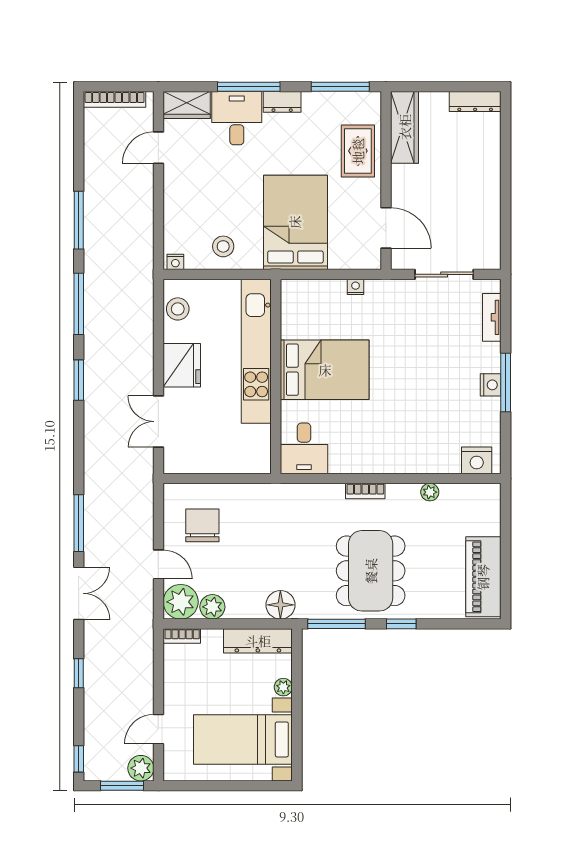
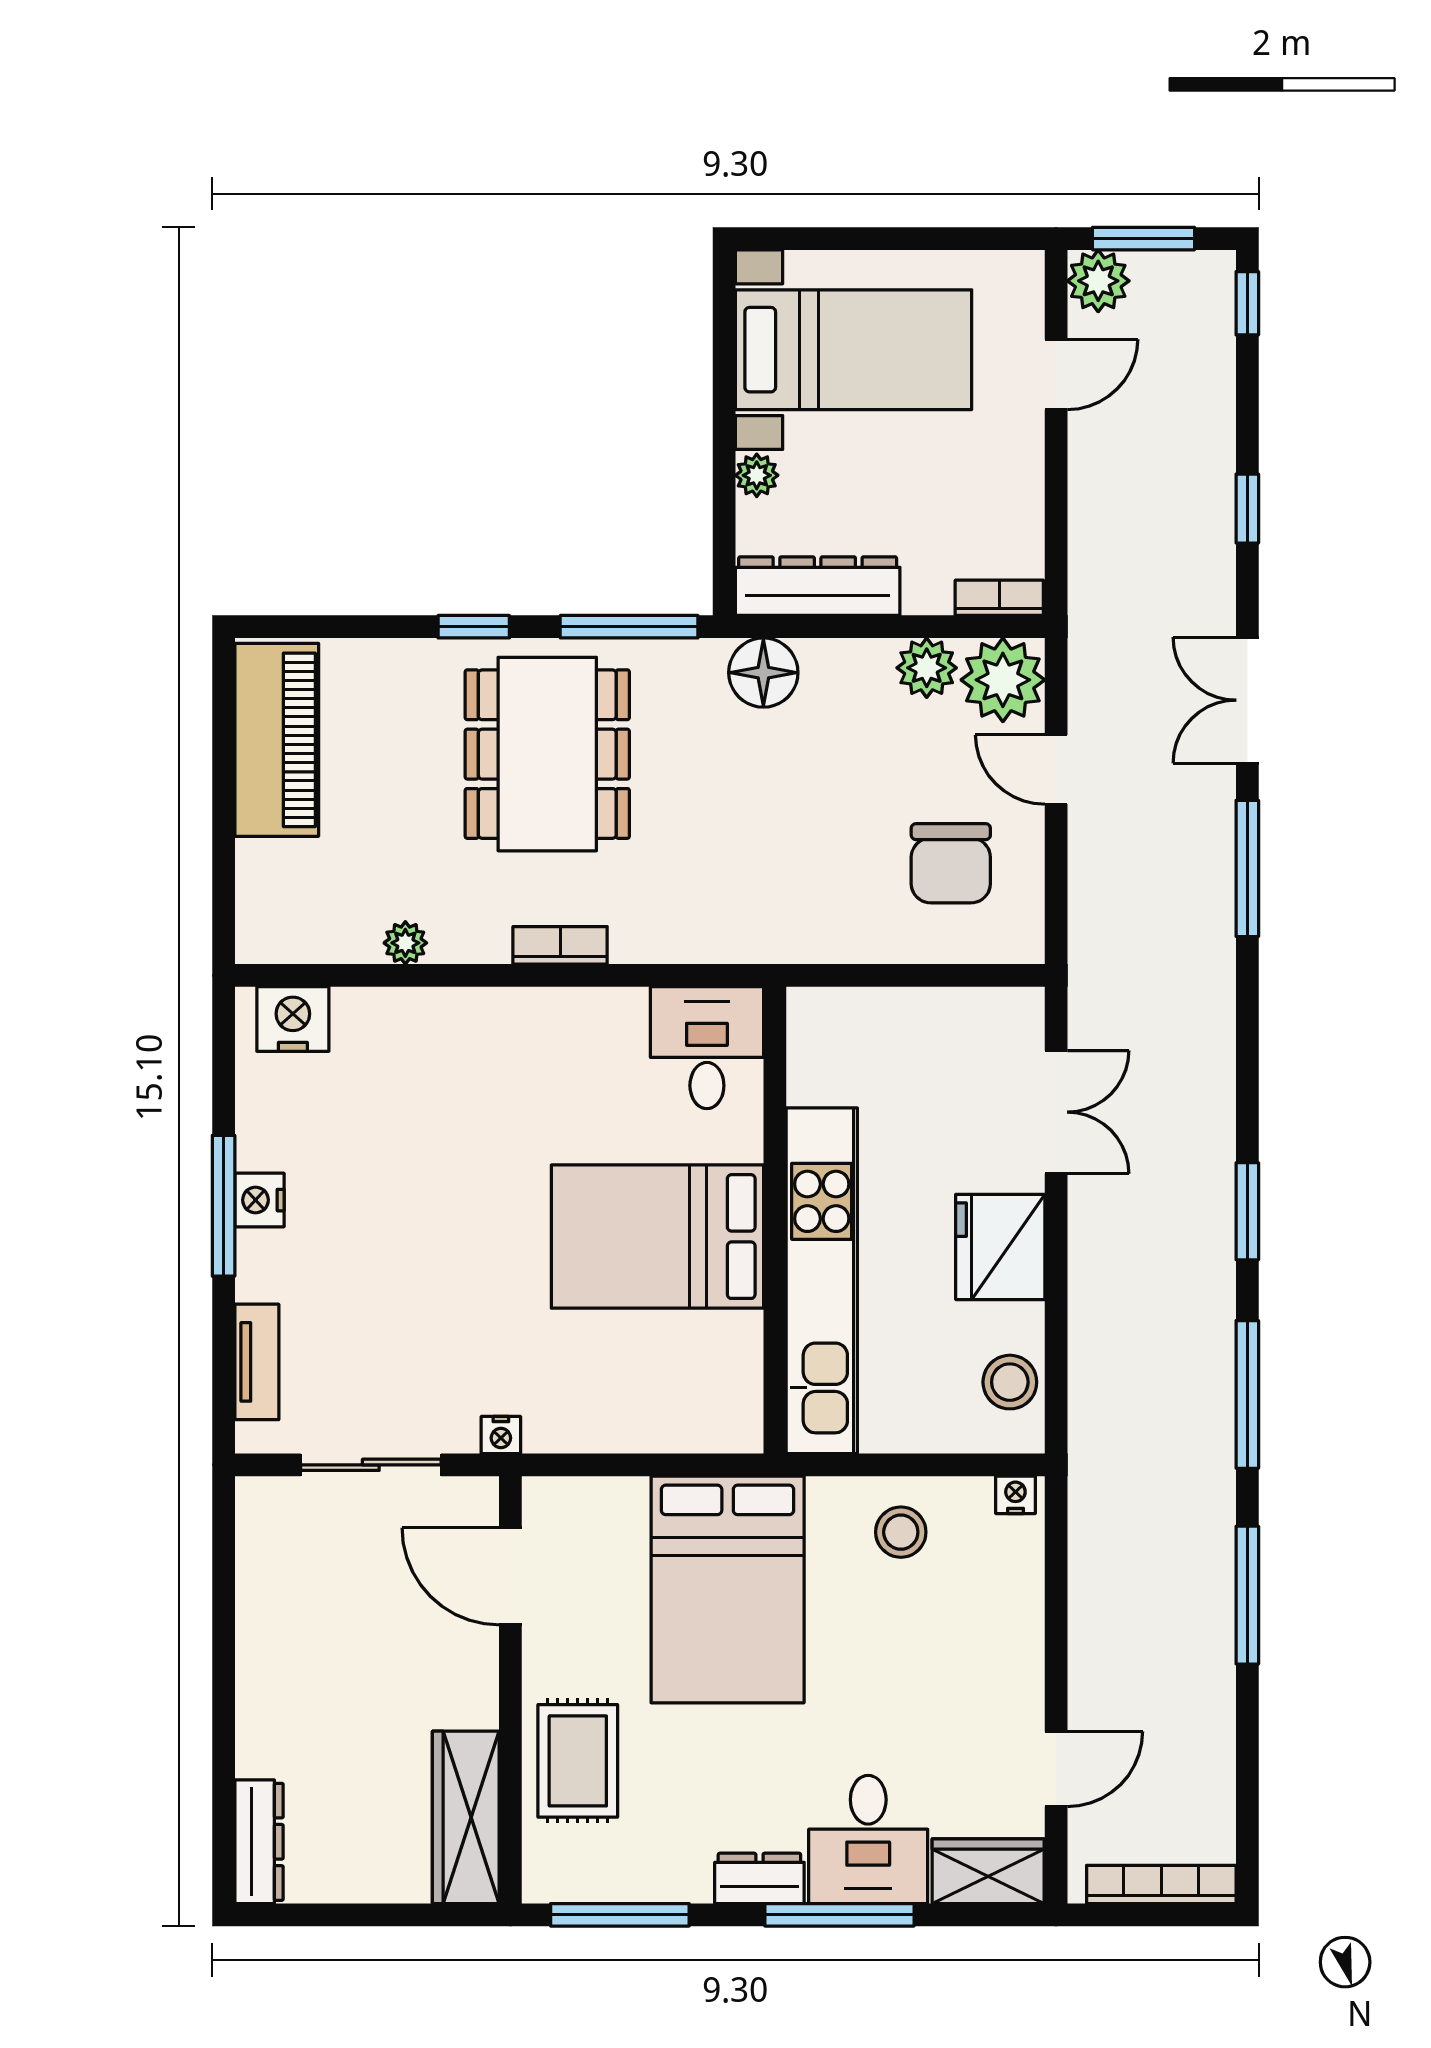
dresser: (475, 102) -> (259, 1842), moved, turned 90
nightstand: (356, 287) -> (501, 1435), moved

